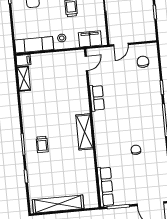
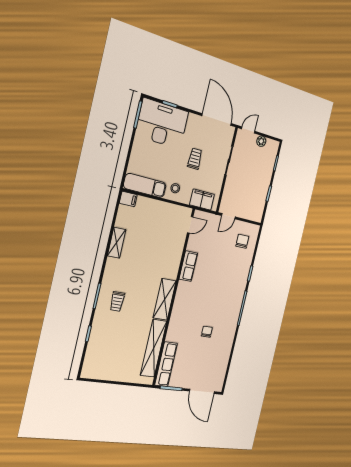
shelving: (24, 79) -> (117, 243), moved
shelving: (58, 204) -> (154, 348), moved, turned 90

